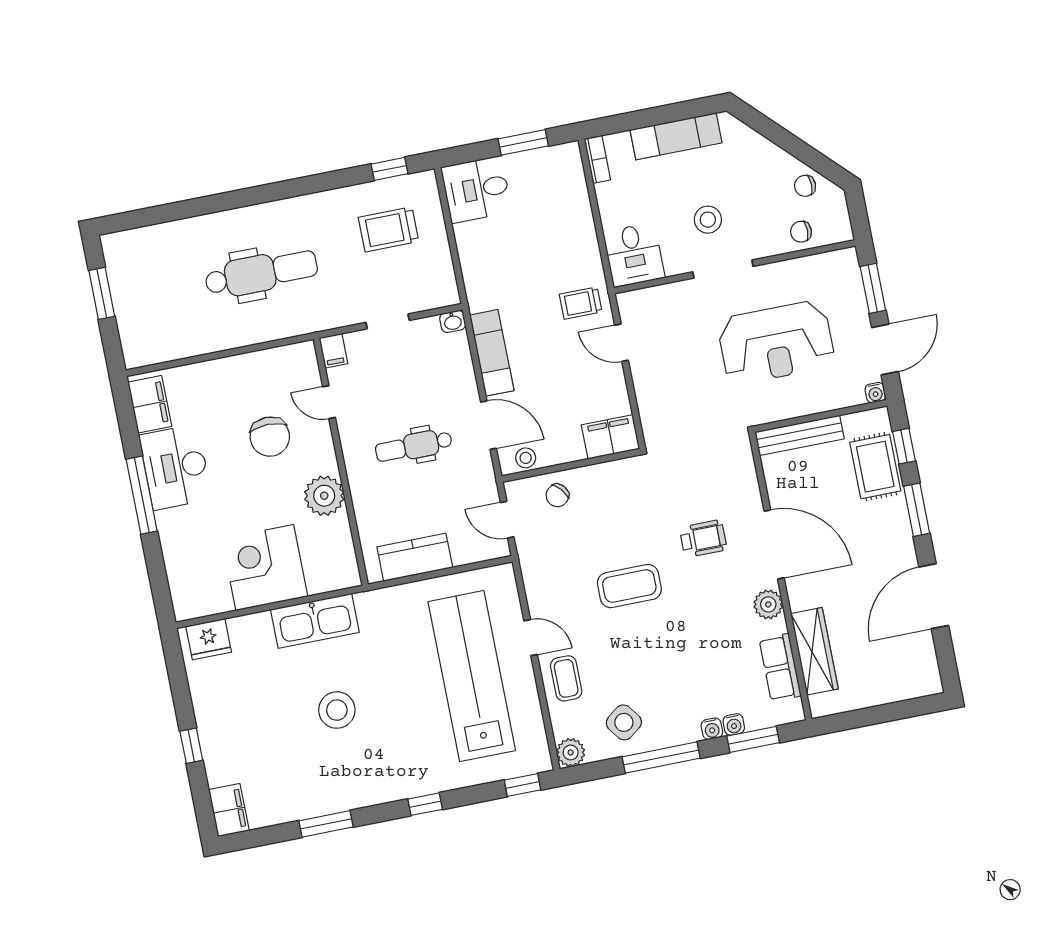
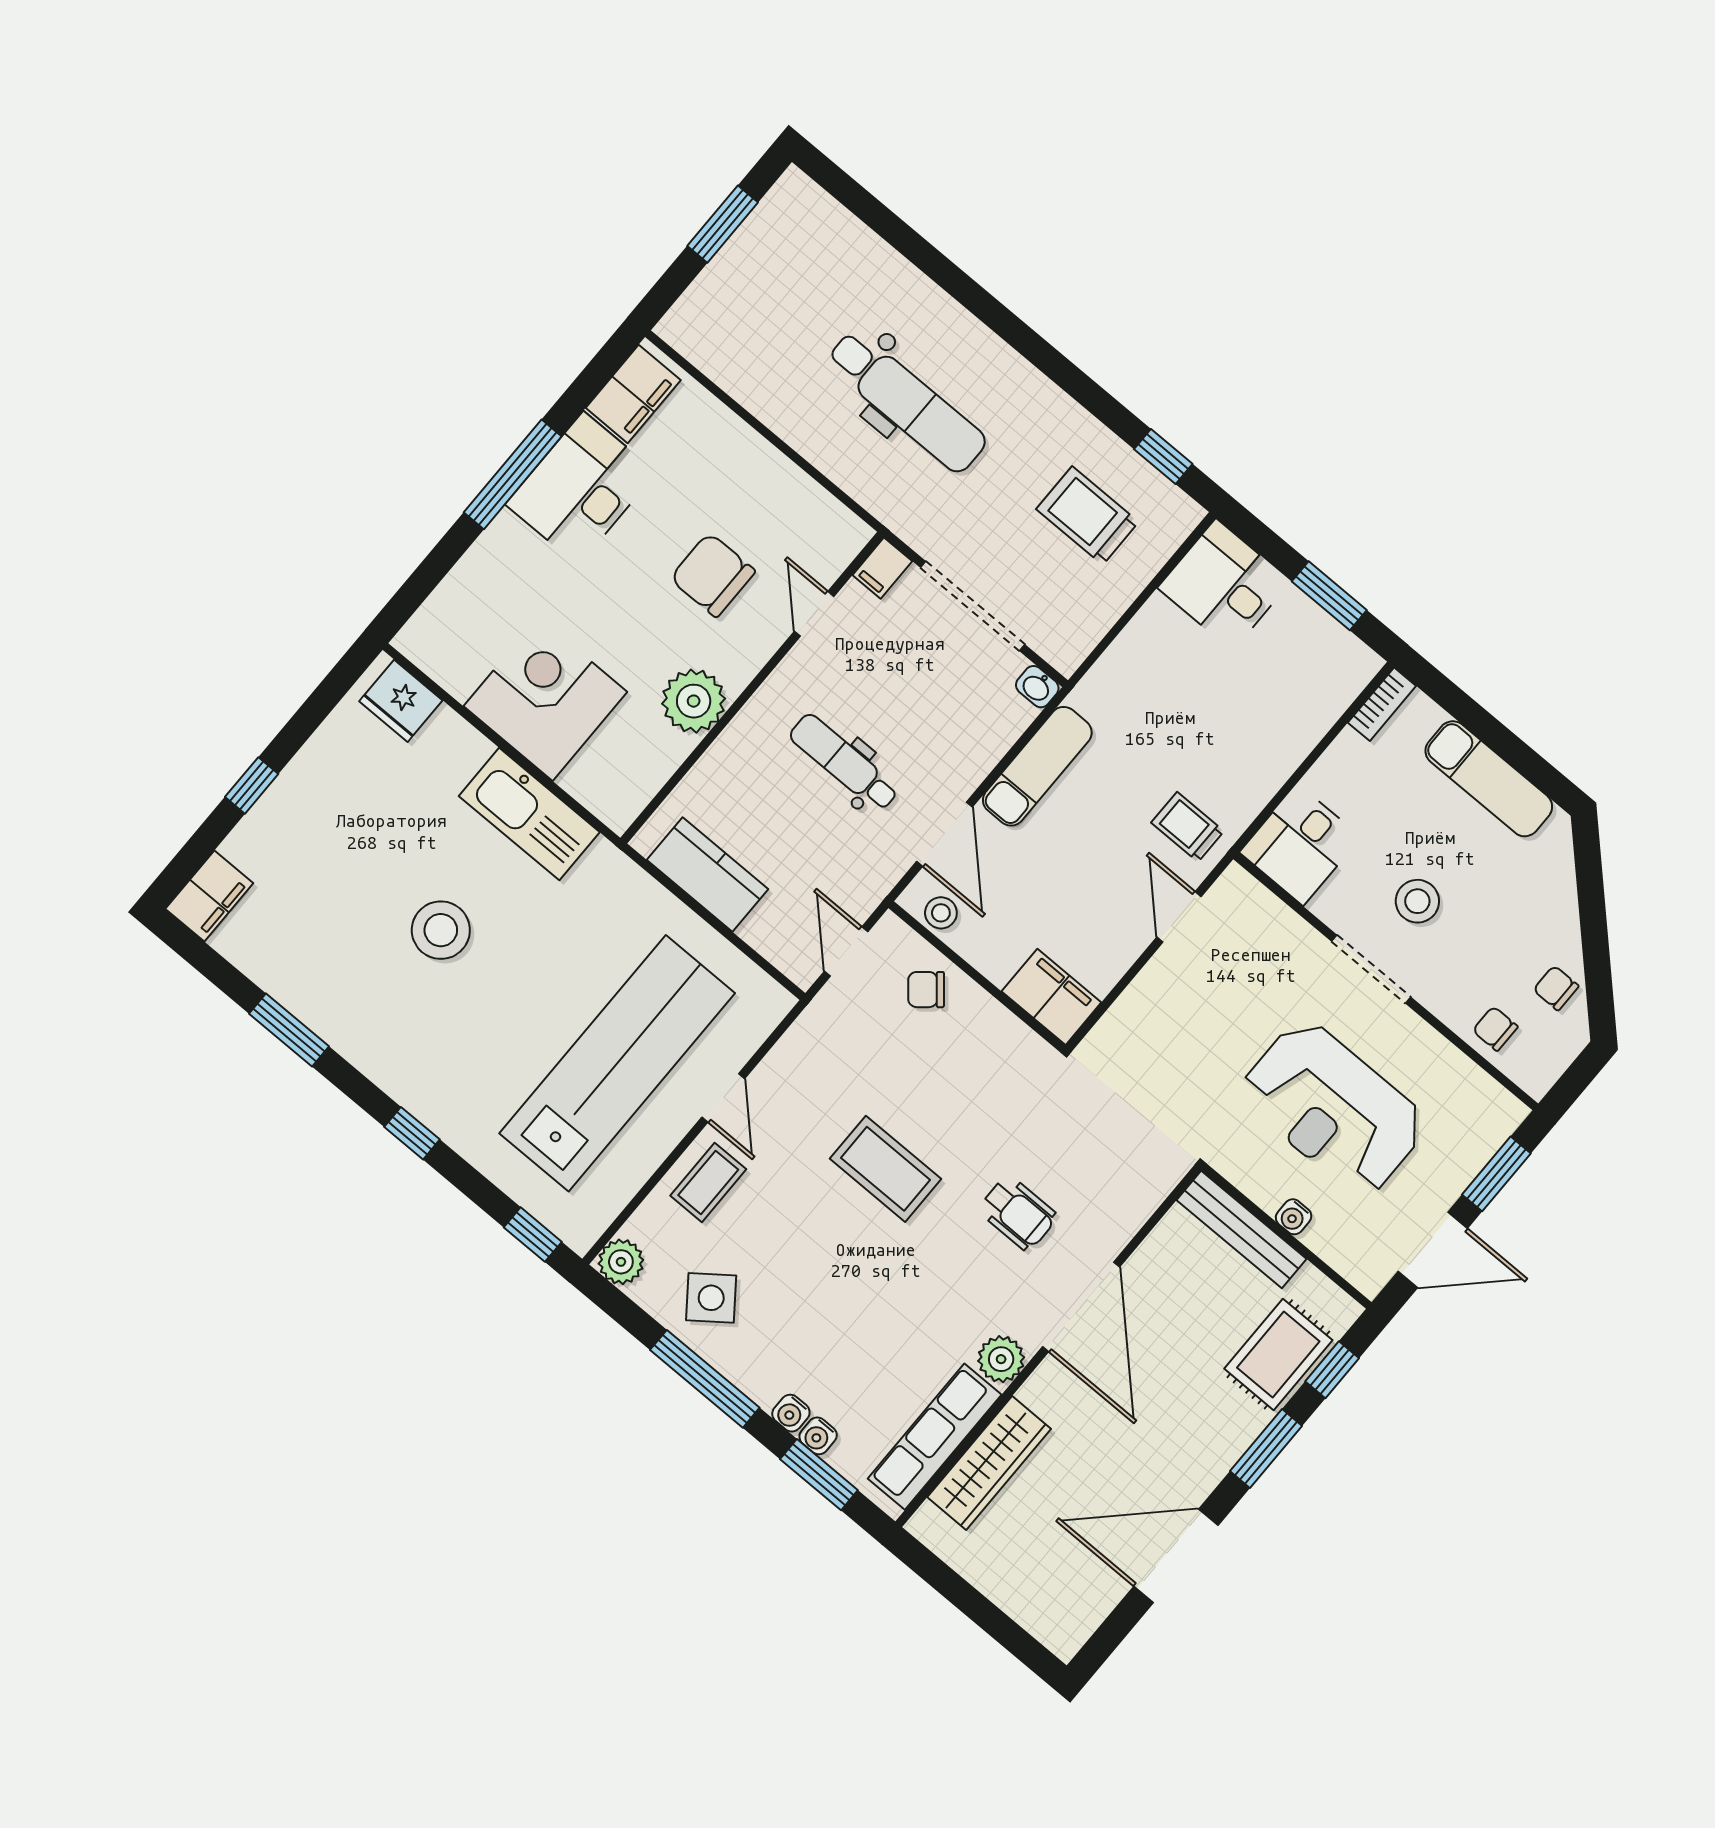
doorway: (388, 321) -> (973, 606), width x1.88
water cooler: (875, 393) -> (1294, 1217), moved
chair: (270, 437) -> (713, 575), turned 90
row of seats: (780, 668) -> (935, 1437), width x1.48

